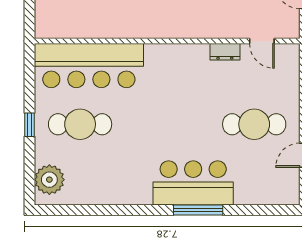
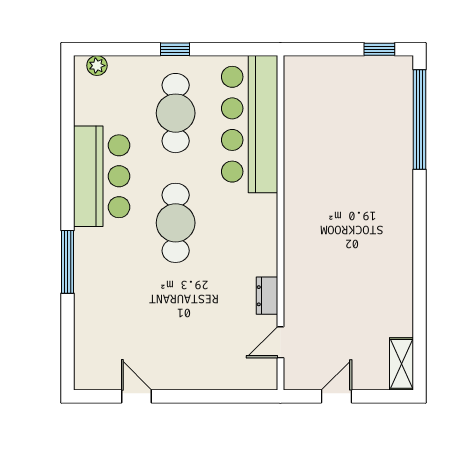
cafe table: (254, 124) -> (176, 223), moved
plant: (49, 180) -> (97, 66), width x0.53, depth x0.53
bar counter: (193, 183) -> (102, 176), moved

